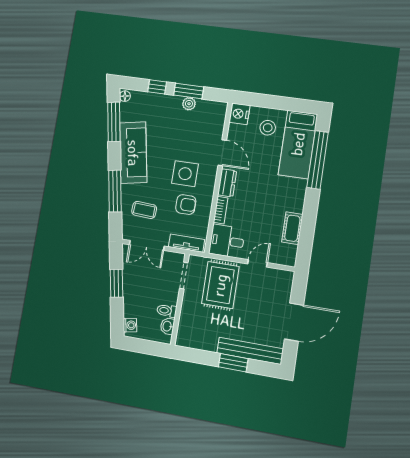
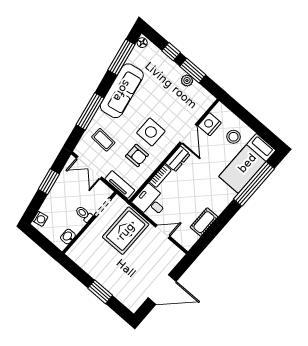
nightstand: (239, 114) -> (210, 124), moved
toilet: (167, 311) -> (84, 214), moved
bench: (250, 351) -> (118, 291), removed

